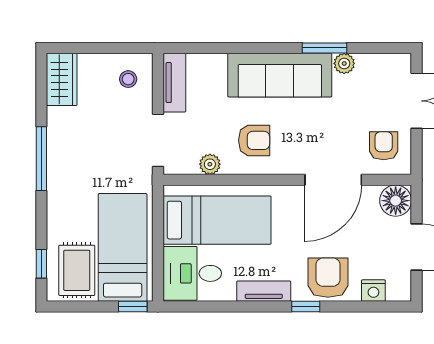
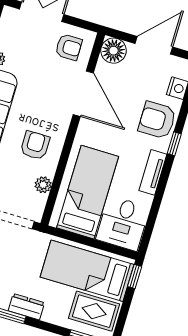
armchair: (384, 146) -> (69, 47), turned 180
dresser: (58, 188) -> (26, 307), added

